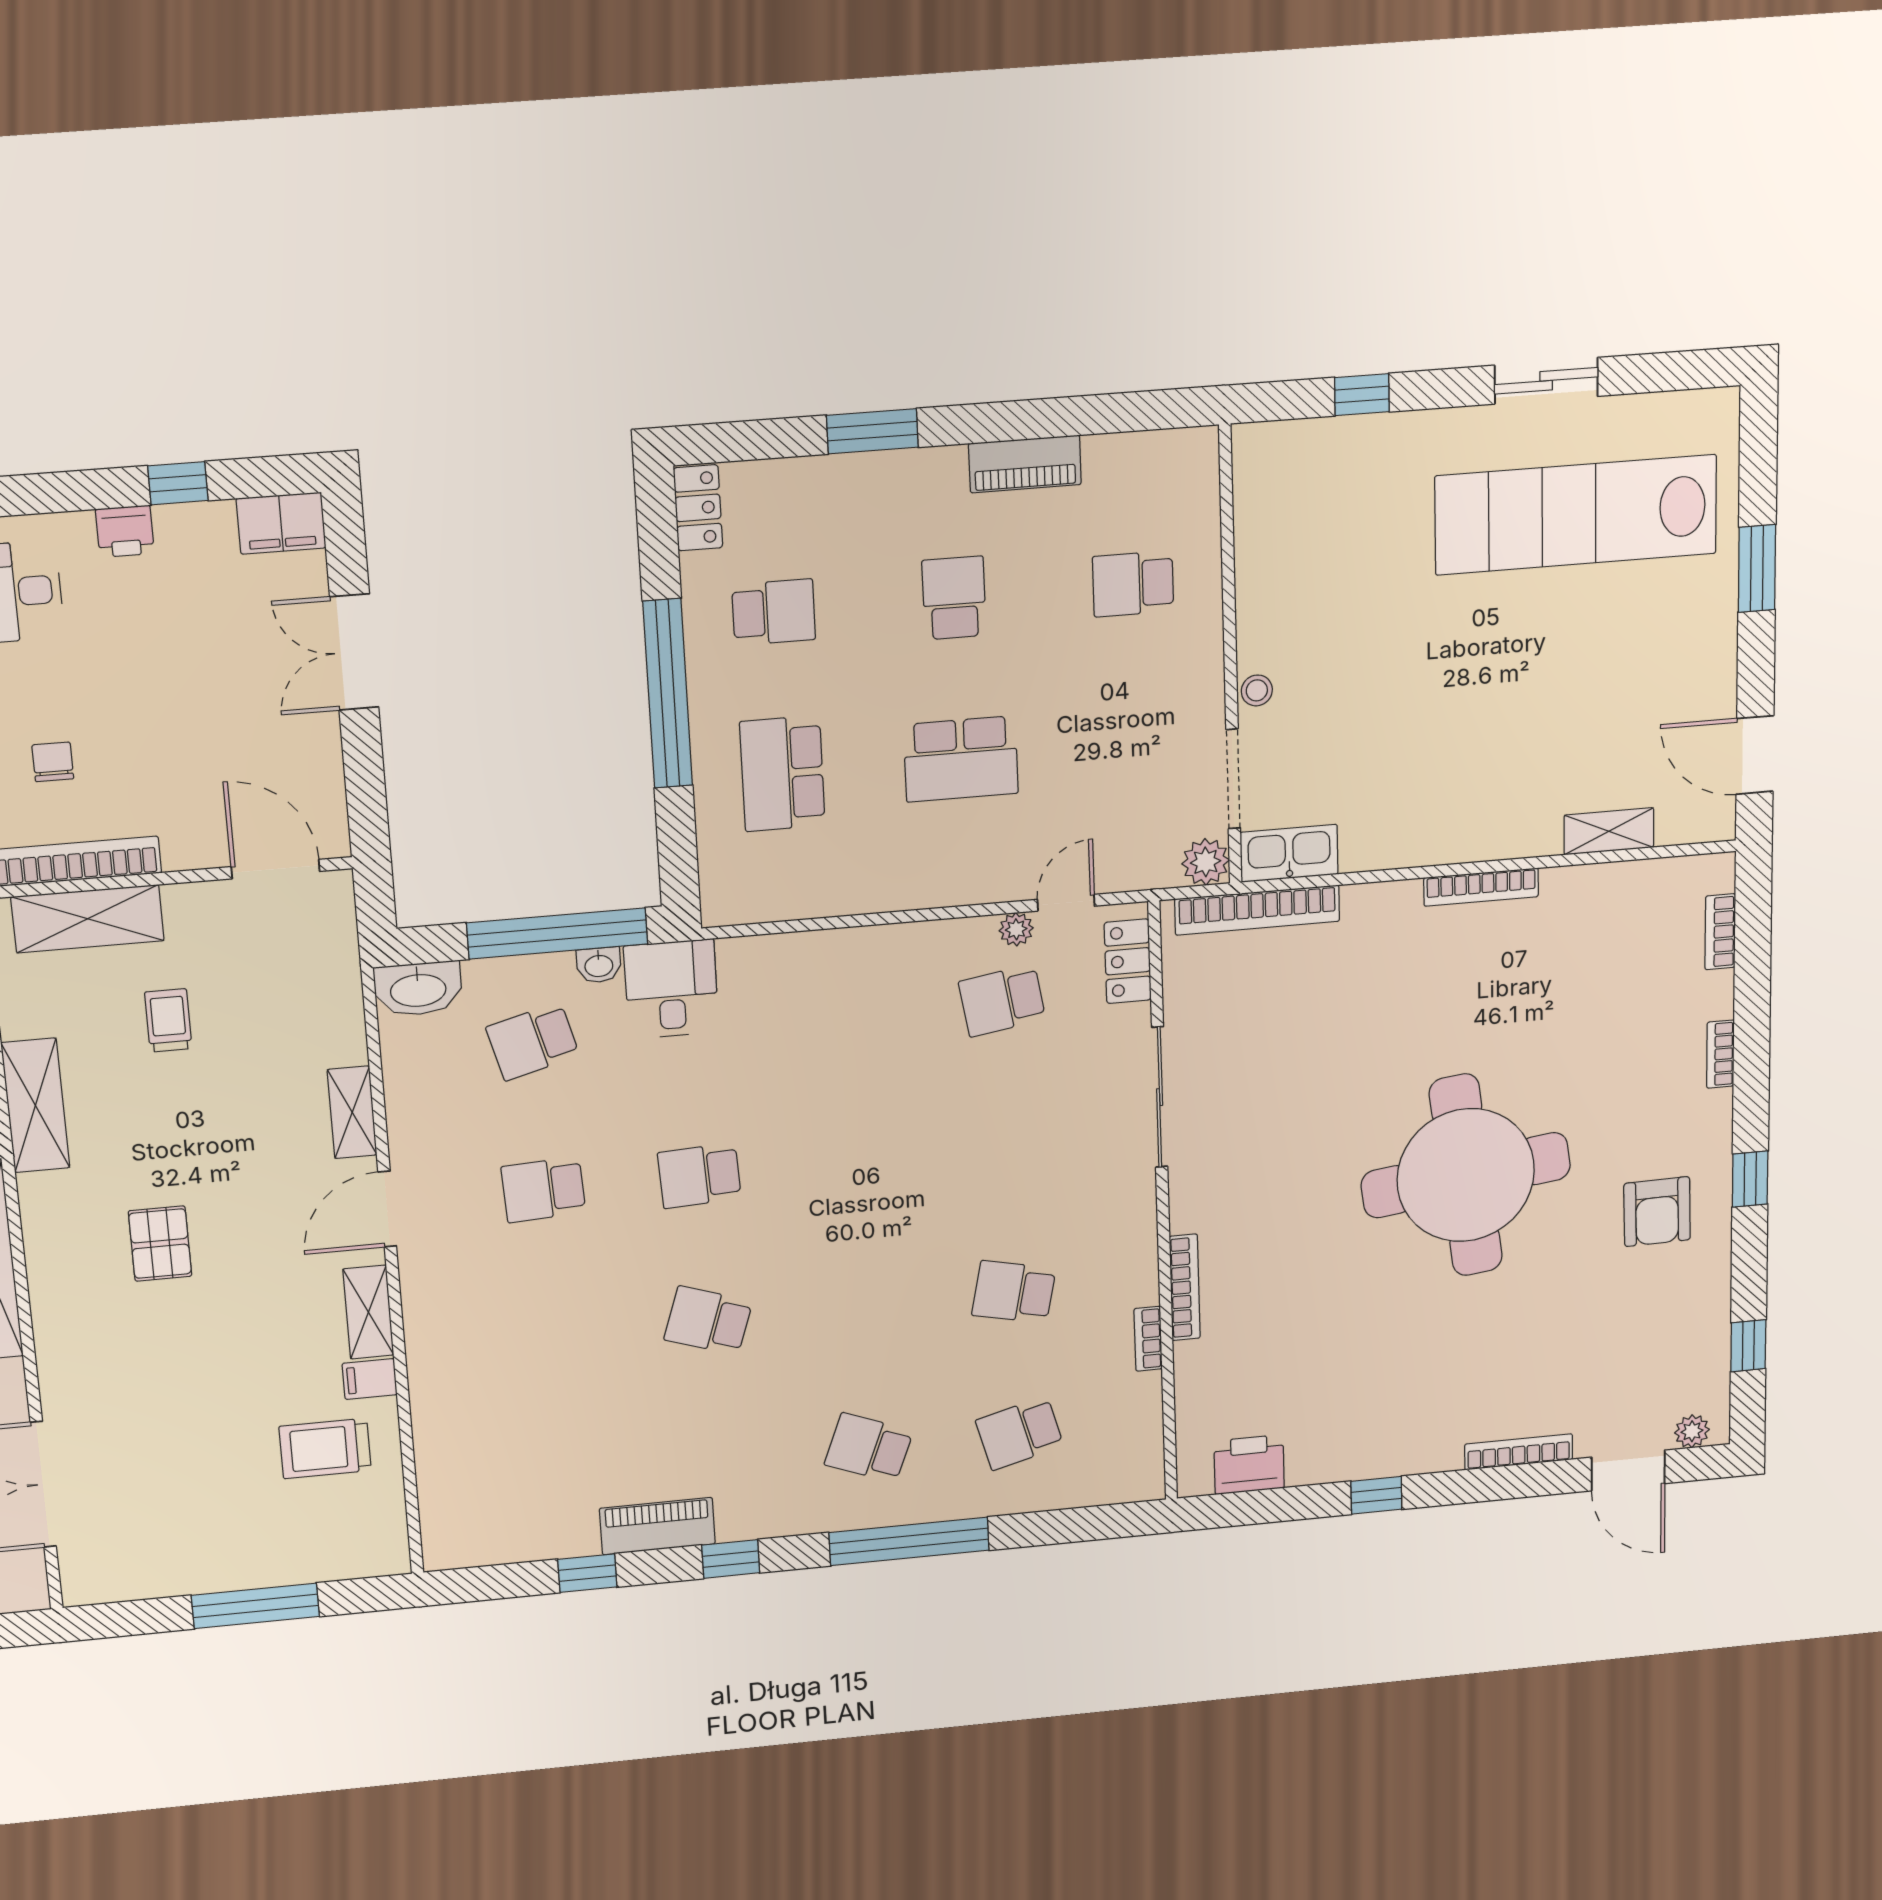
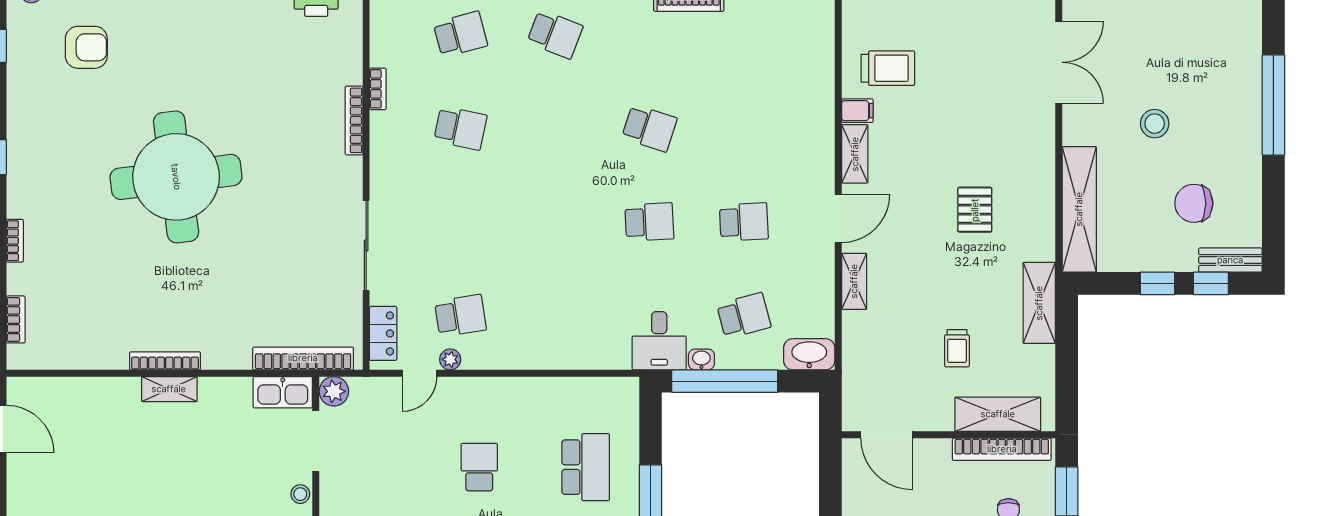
school desk: (961, 759) -> (479, 467), width x0.54
shelving: (1609, 831) -> (169, 389), moved
armchair: (1657, 1212) -> (86, 47), moved, turned 91

